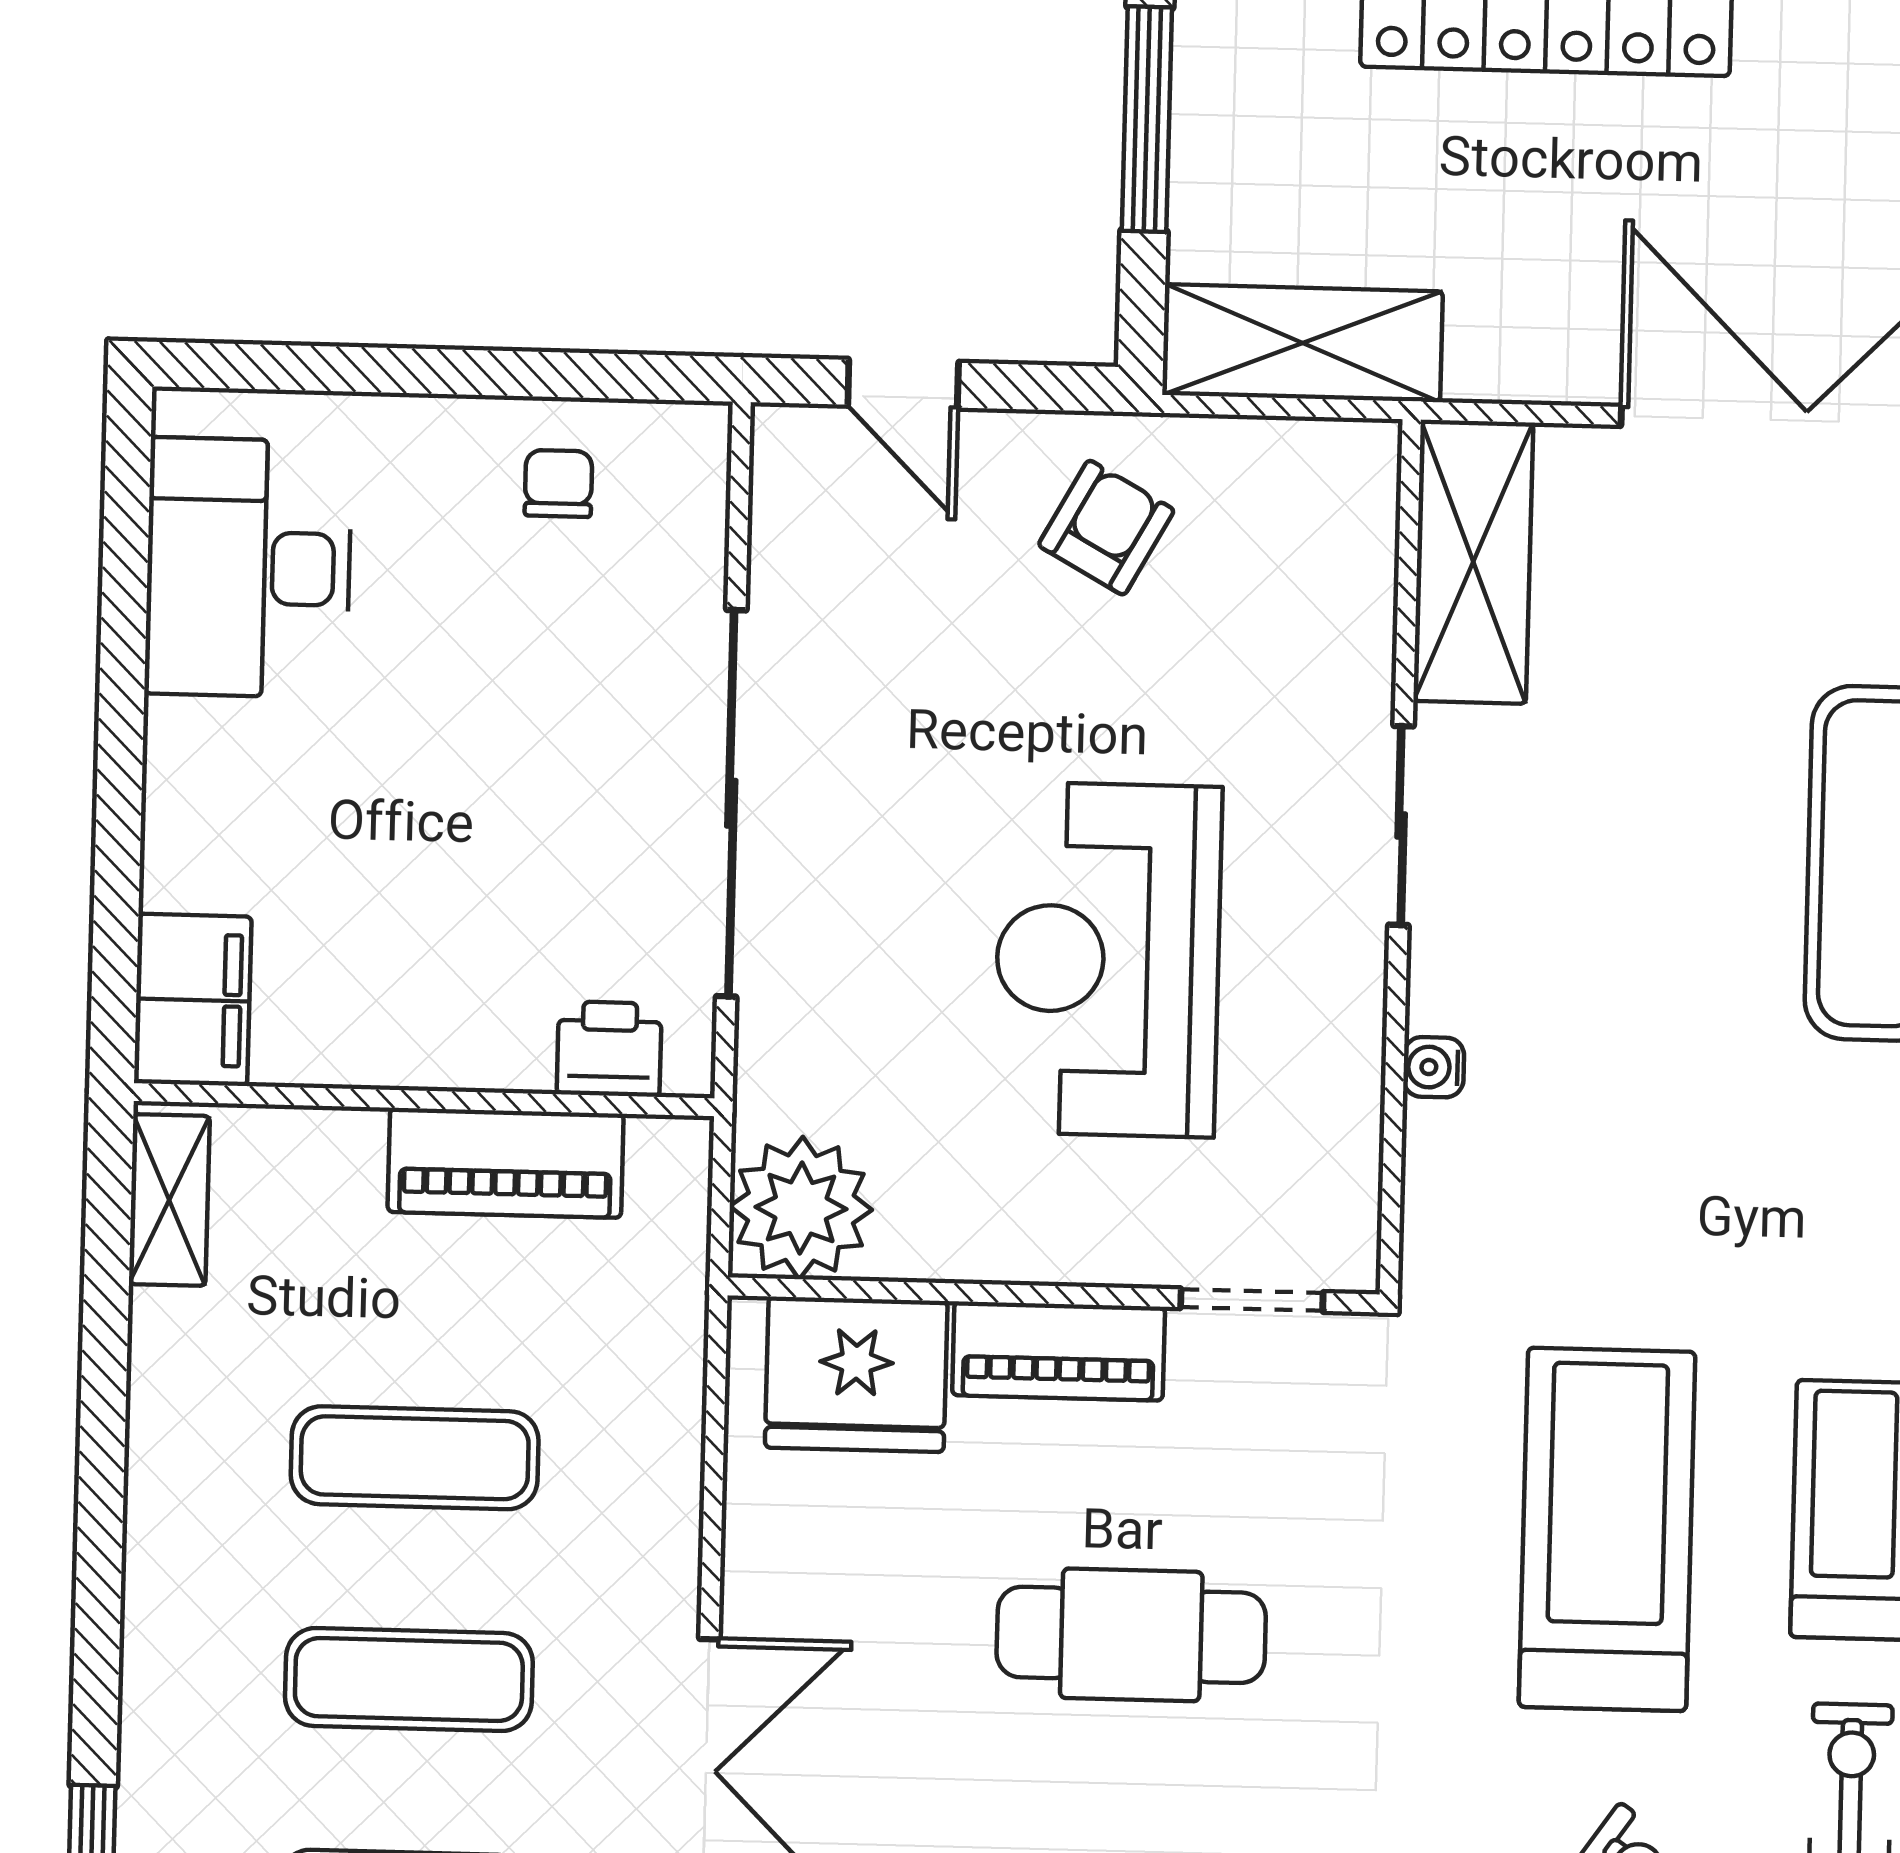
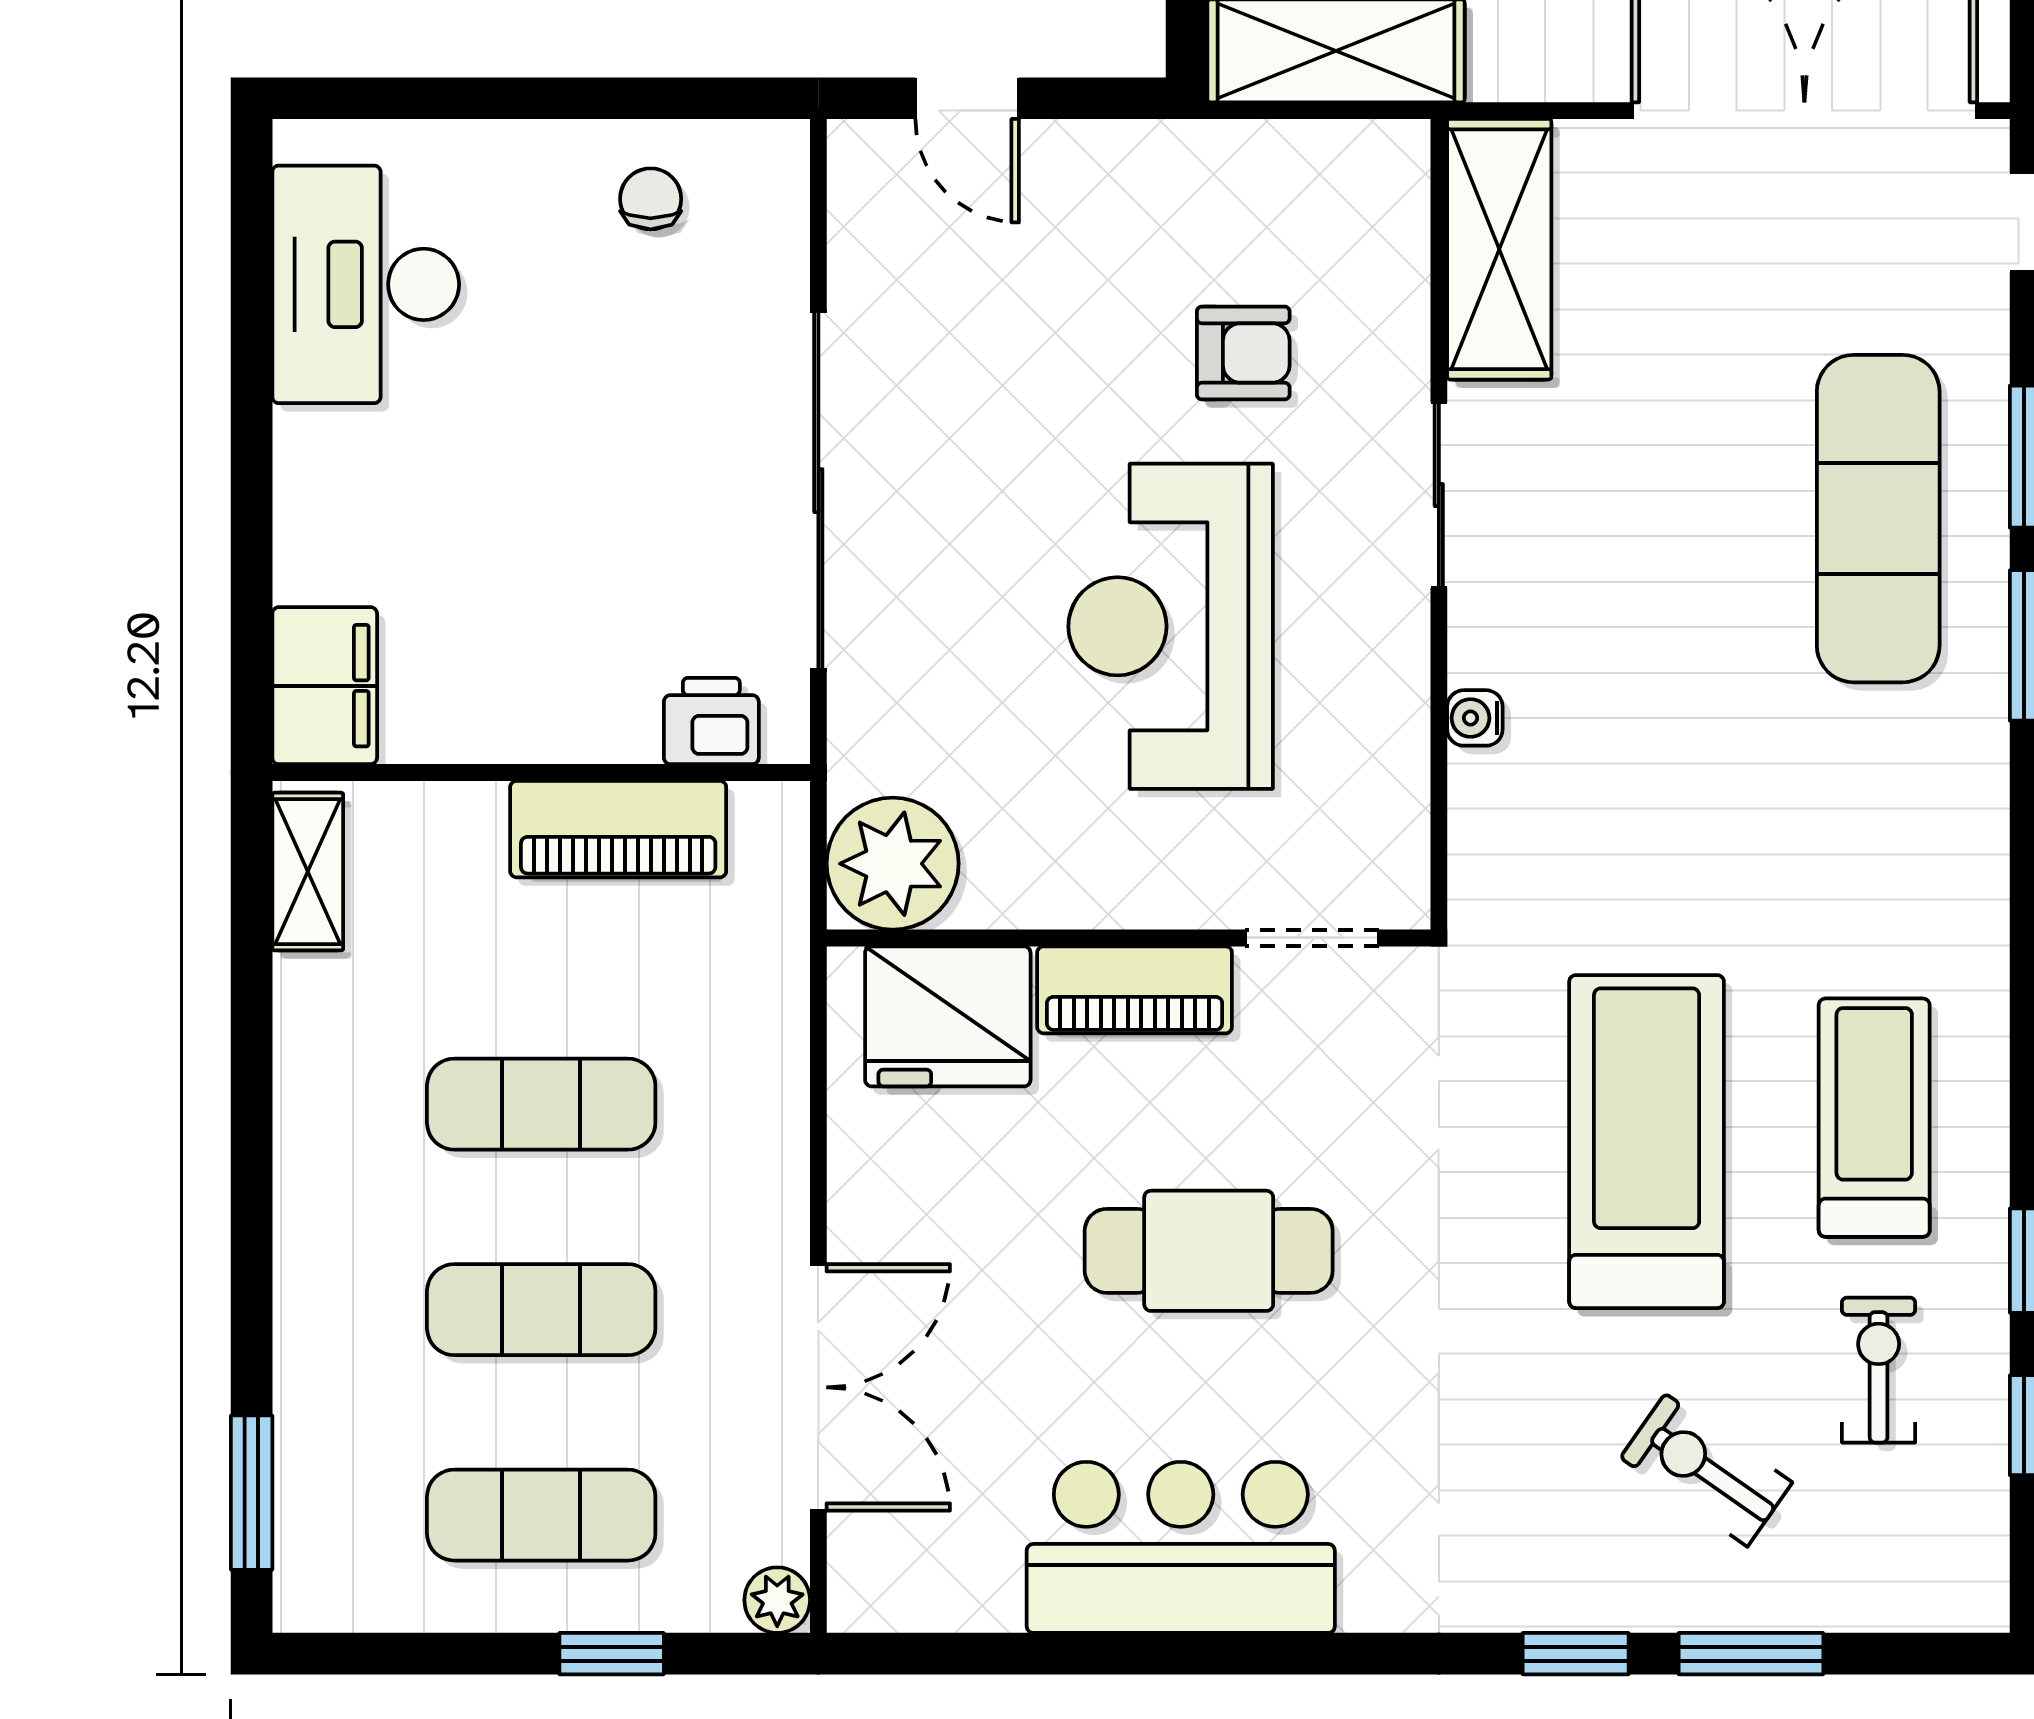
armchair: (1106, 528) -> (1243, 353), moved, turned 61

